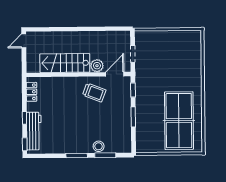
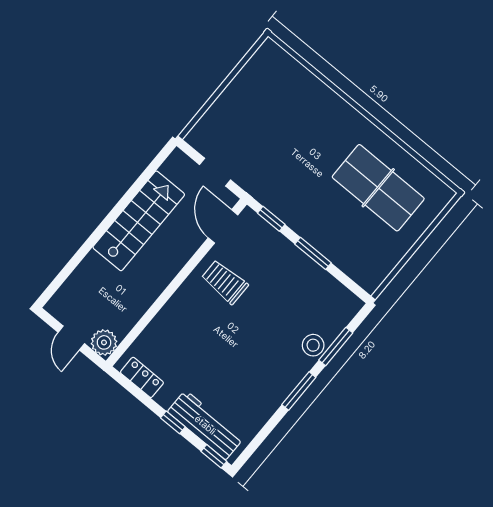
door: (24, 41) -> (71, 338), moved
stairs: (65, 63) -> (139, 221), moved, turned 180
plant: (97, 66) -> (104, 342), moved
trolley: (94, 93) -> (225, 282), turned -111
table tennis table: (179, 121) -> (378, 188), width x0.73, depth x0.76

